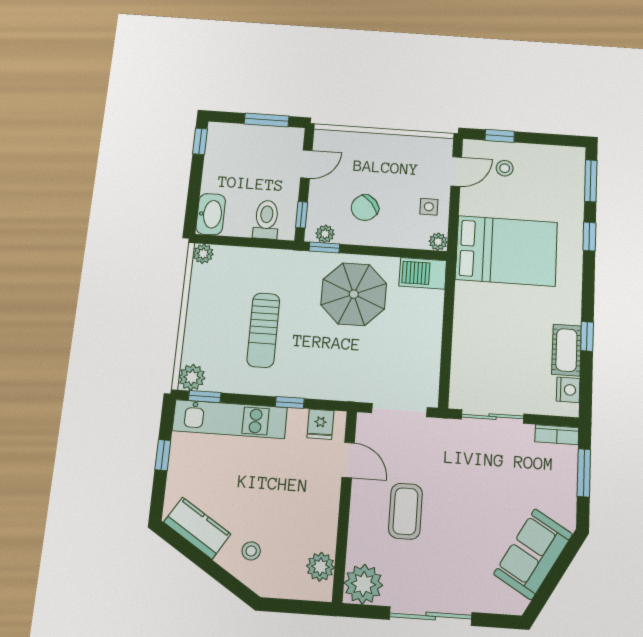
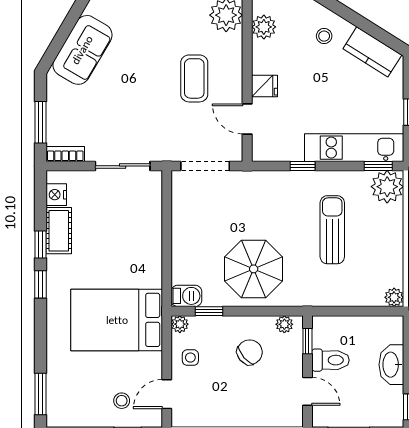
door: (306, 164) -> (307, 391), swing flipped
washbasin: (211, 214) -> (391, 365), moved
toilet: (266, 220) -> (330, 360), moved, turned -90
window: (589, 237) -> (41, 284), moved
window: (324, 247) -> (209, 311), moved
barbecue: (423, 273) -> (186, 296), width x0.73, depth x0.79
plant: (192, 377) -> (387, 187), width x1.36, depth x1.36
fridge: (320, 424) -> (265, 86), moved, turned 90

